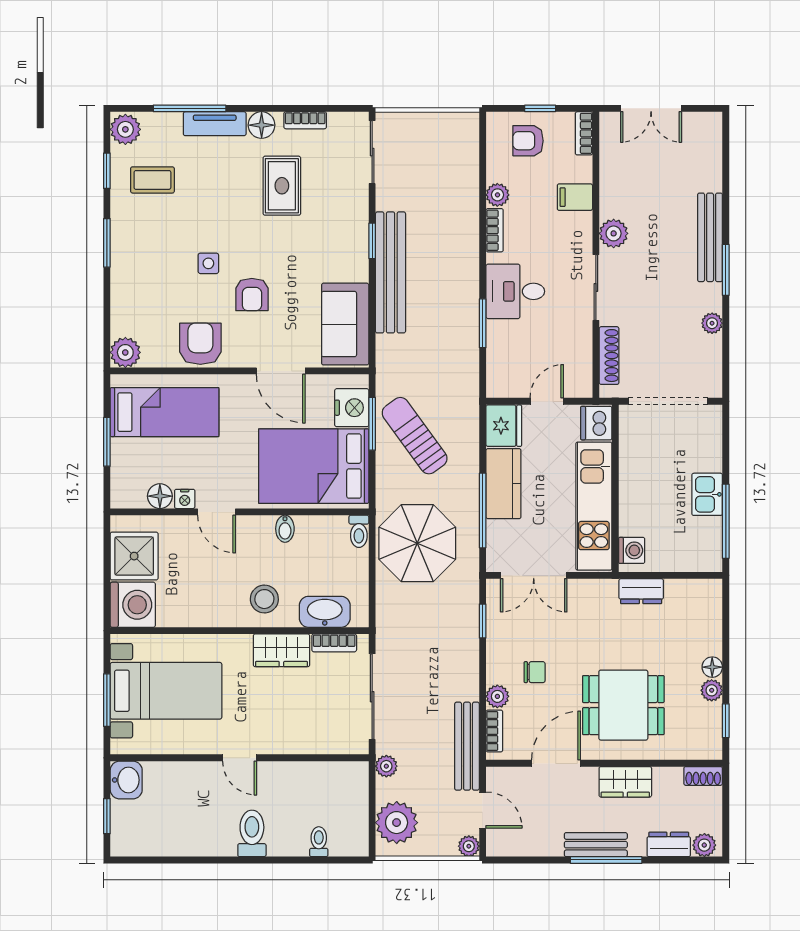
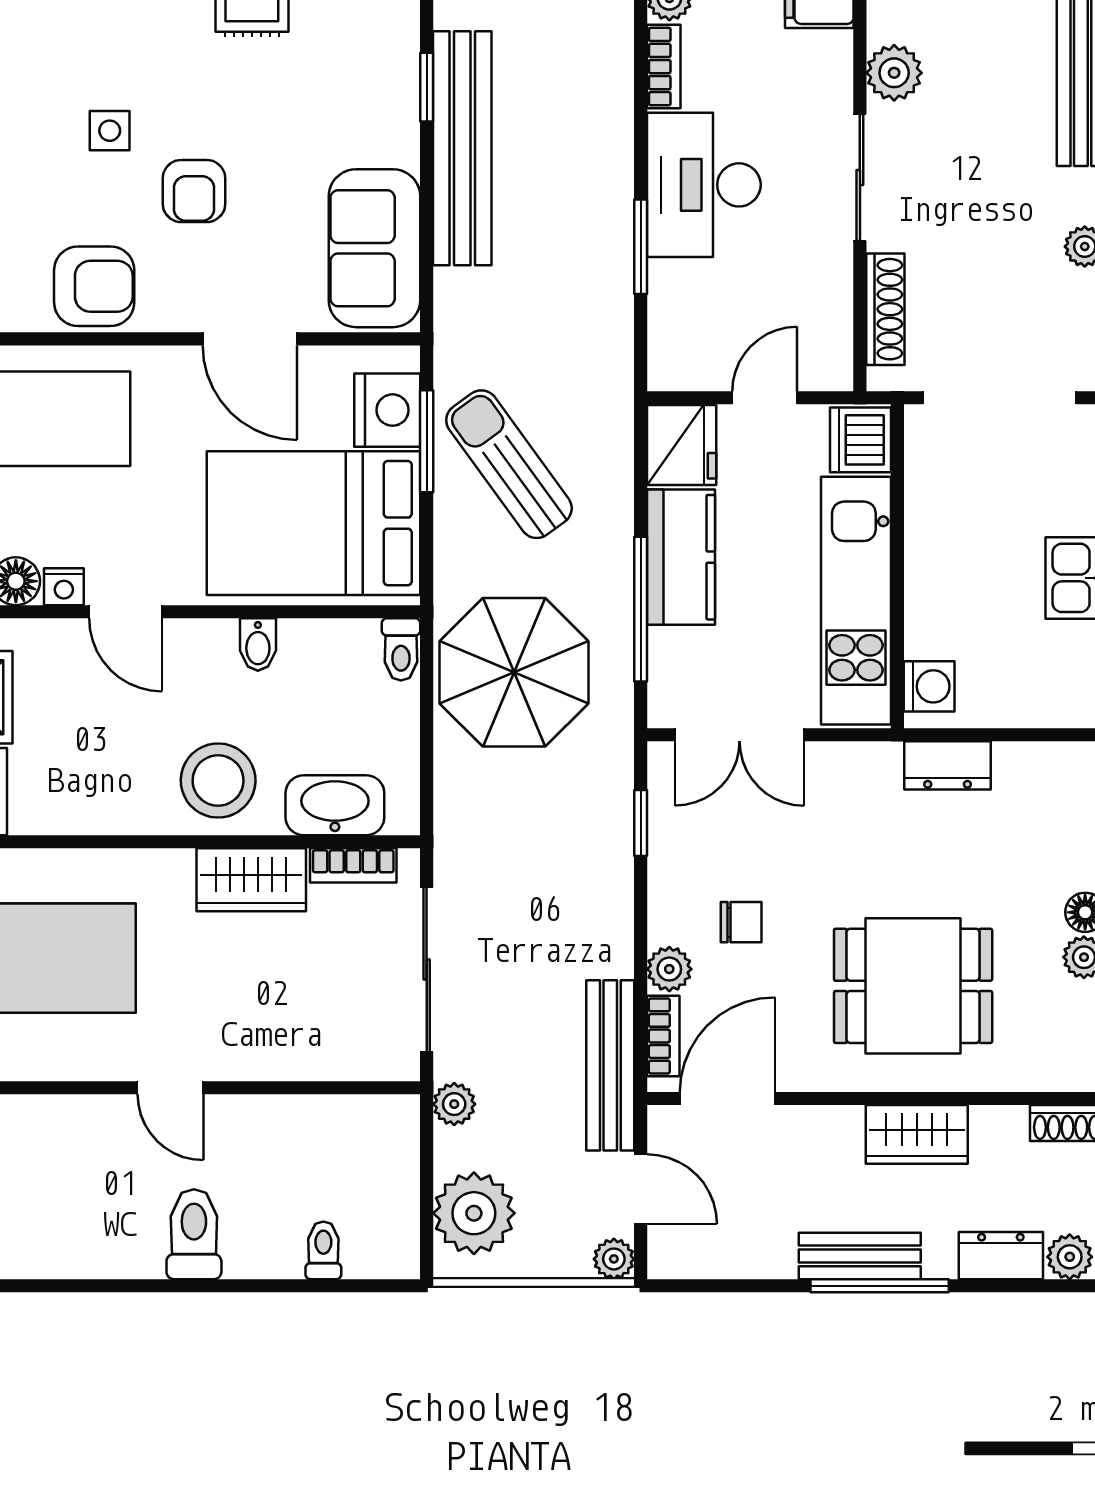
desk: (515, 291) -> (704, 185), width x1.37
armchair: (200, 344) -> (94, 286), turned 90
stool: (264, 599) -> (218, 780), width x1.38, depth x1.38
door: (556, 763) -> (727, 1098), moved

